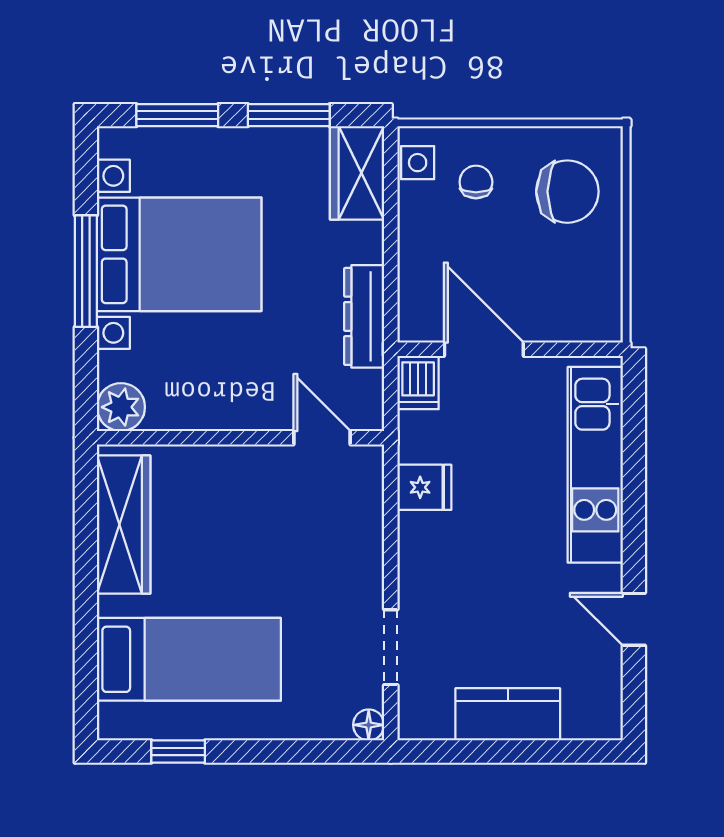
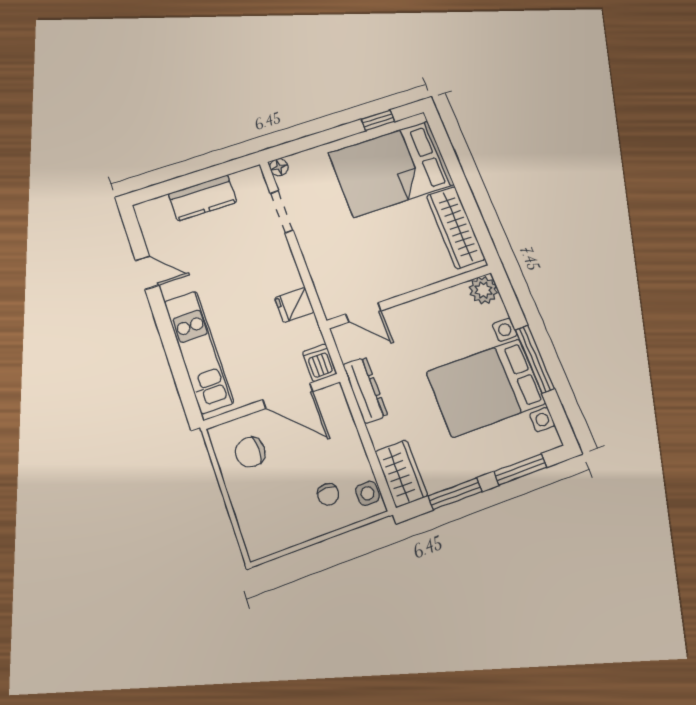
chair: (567, 192) -> (250, 452), moved, width x0.73, depth x0.73
bed: (189, 659) -> (391, 169), width x1.50

